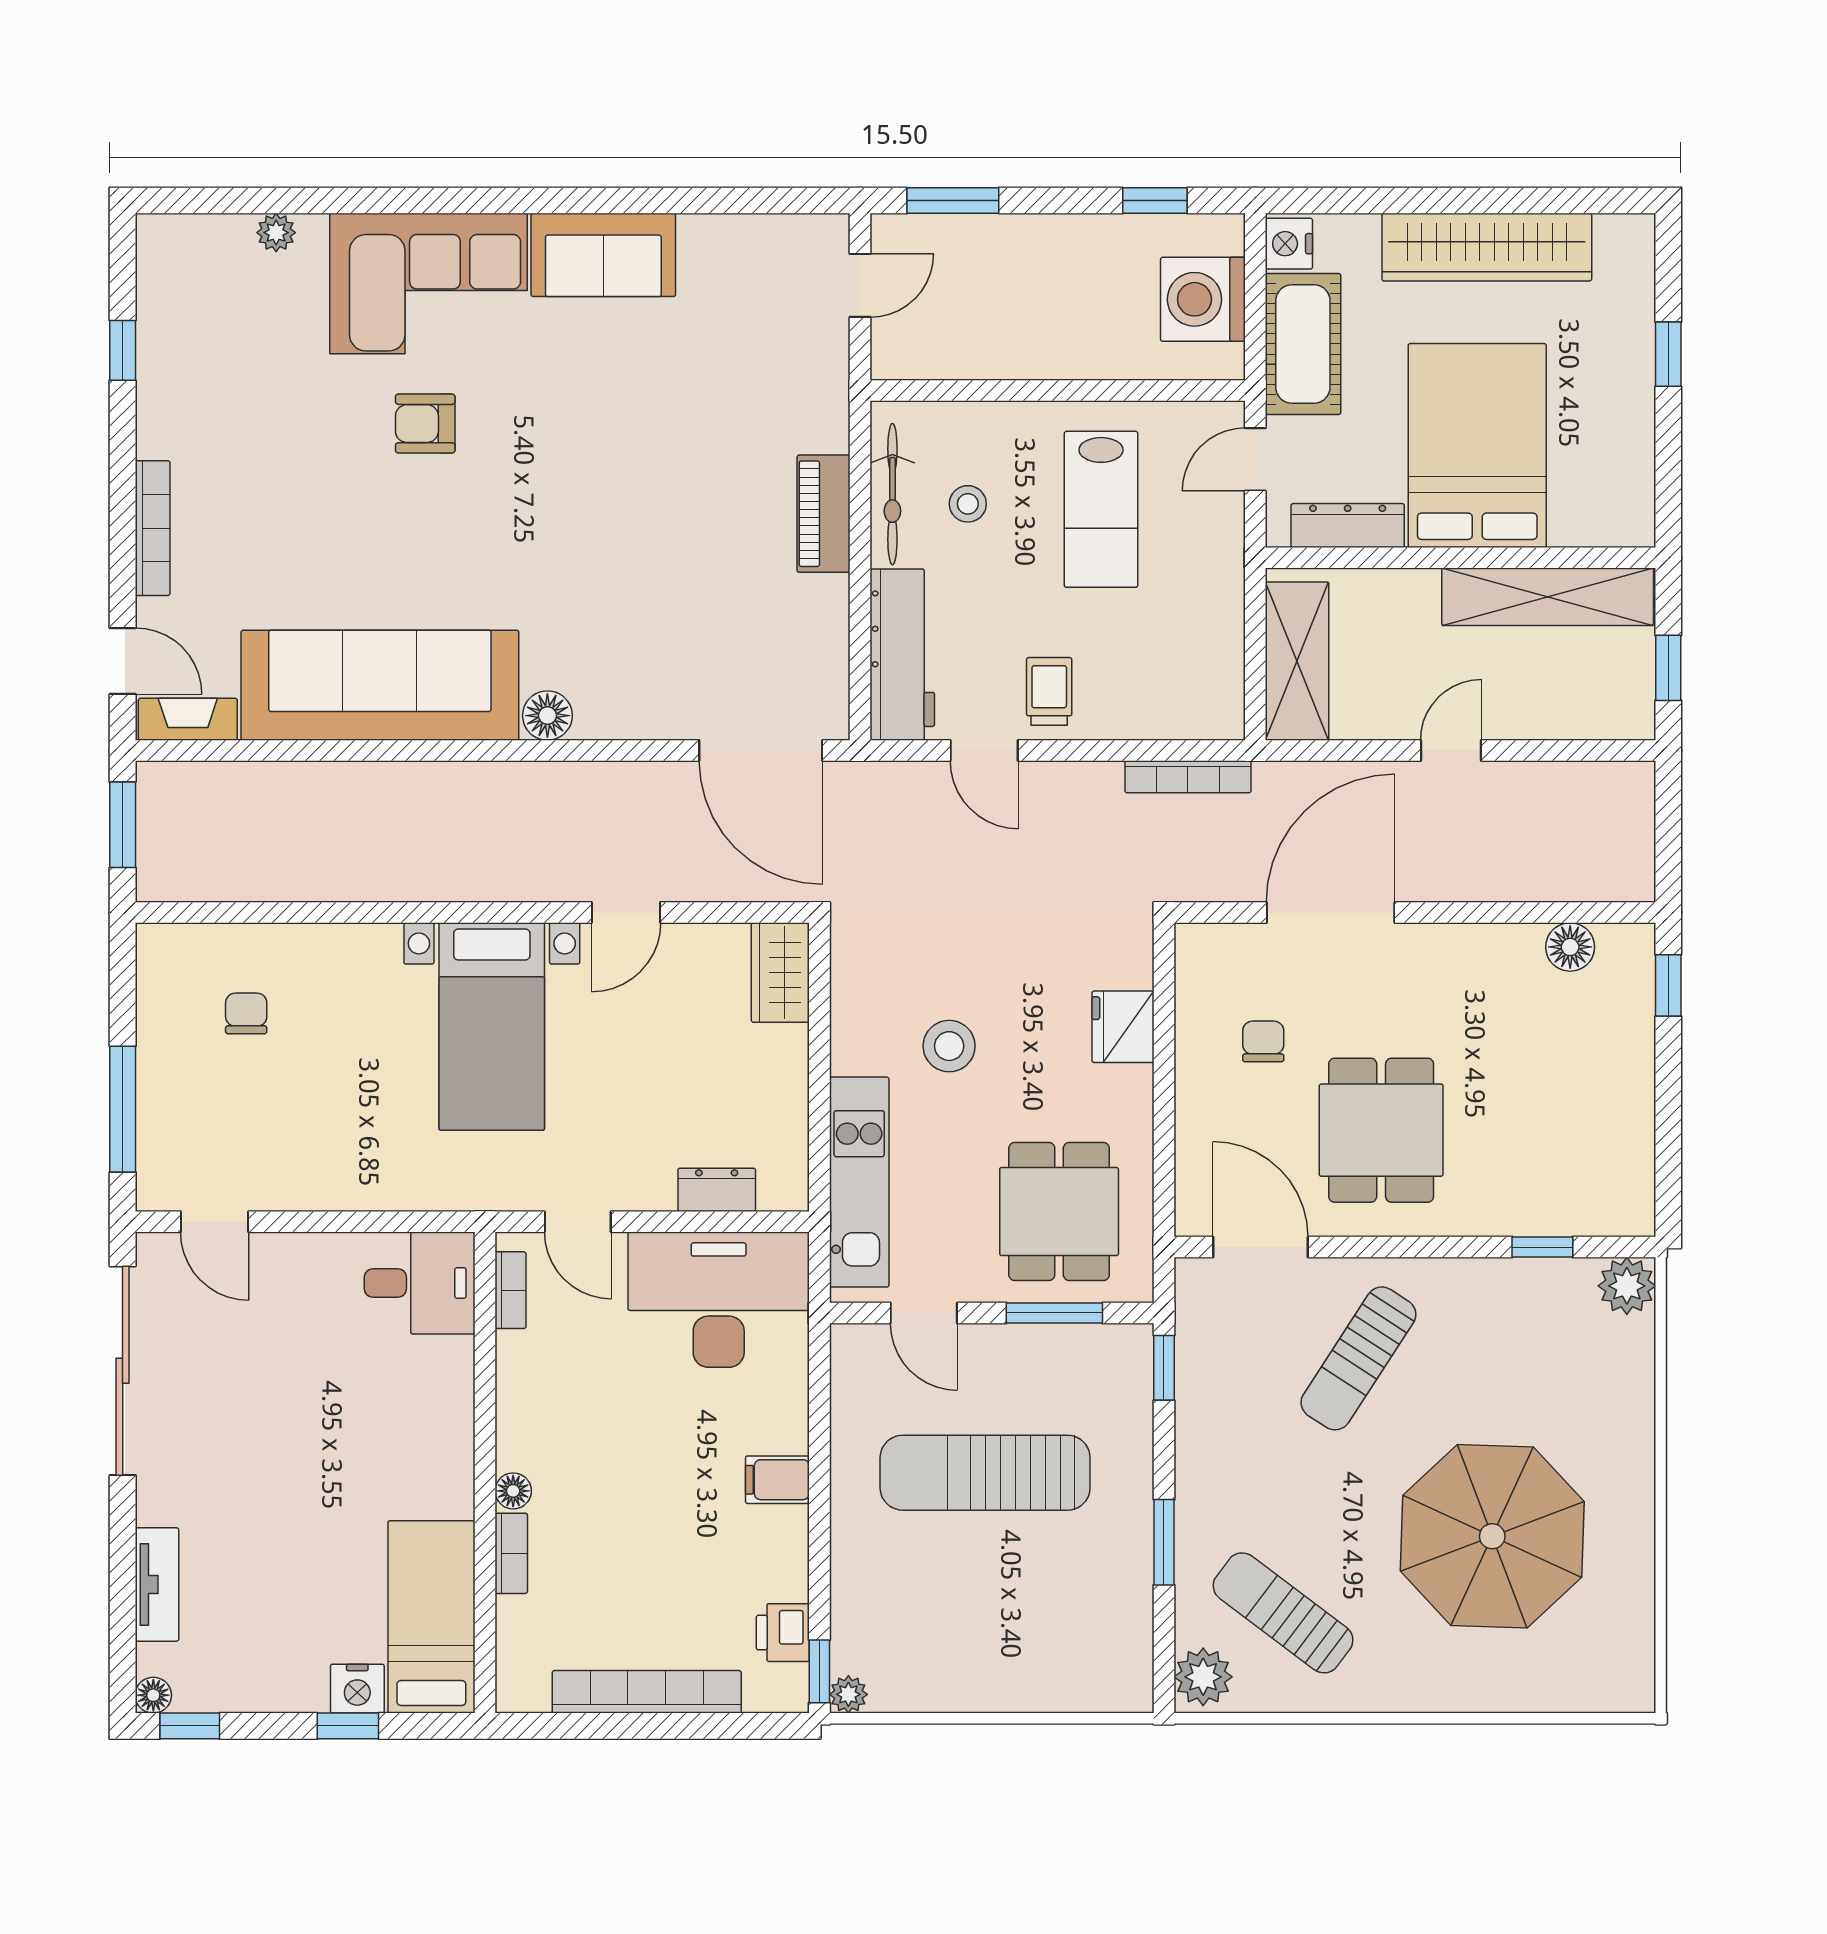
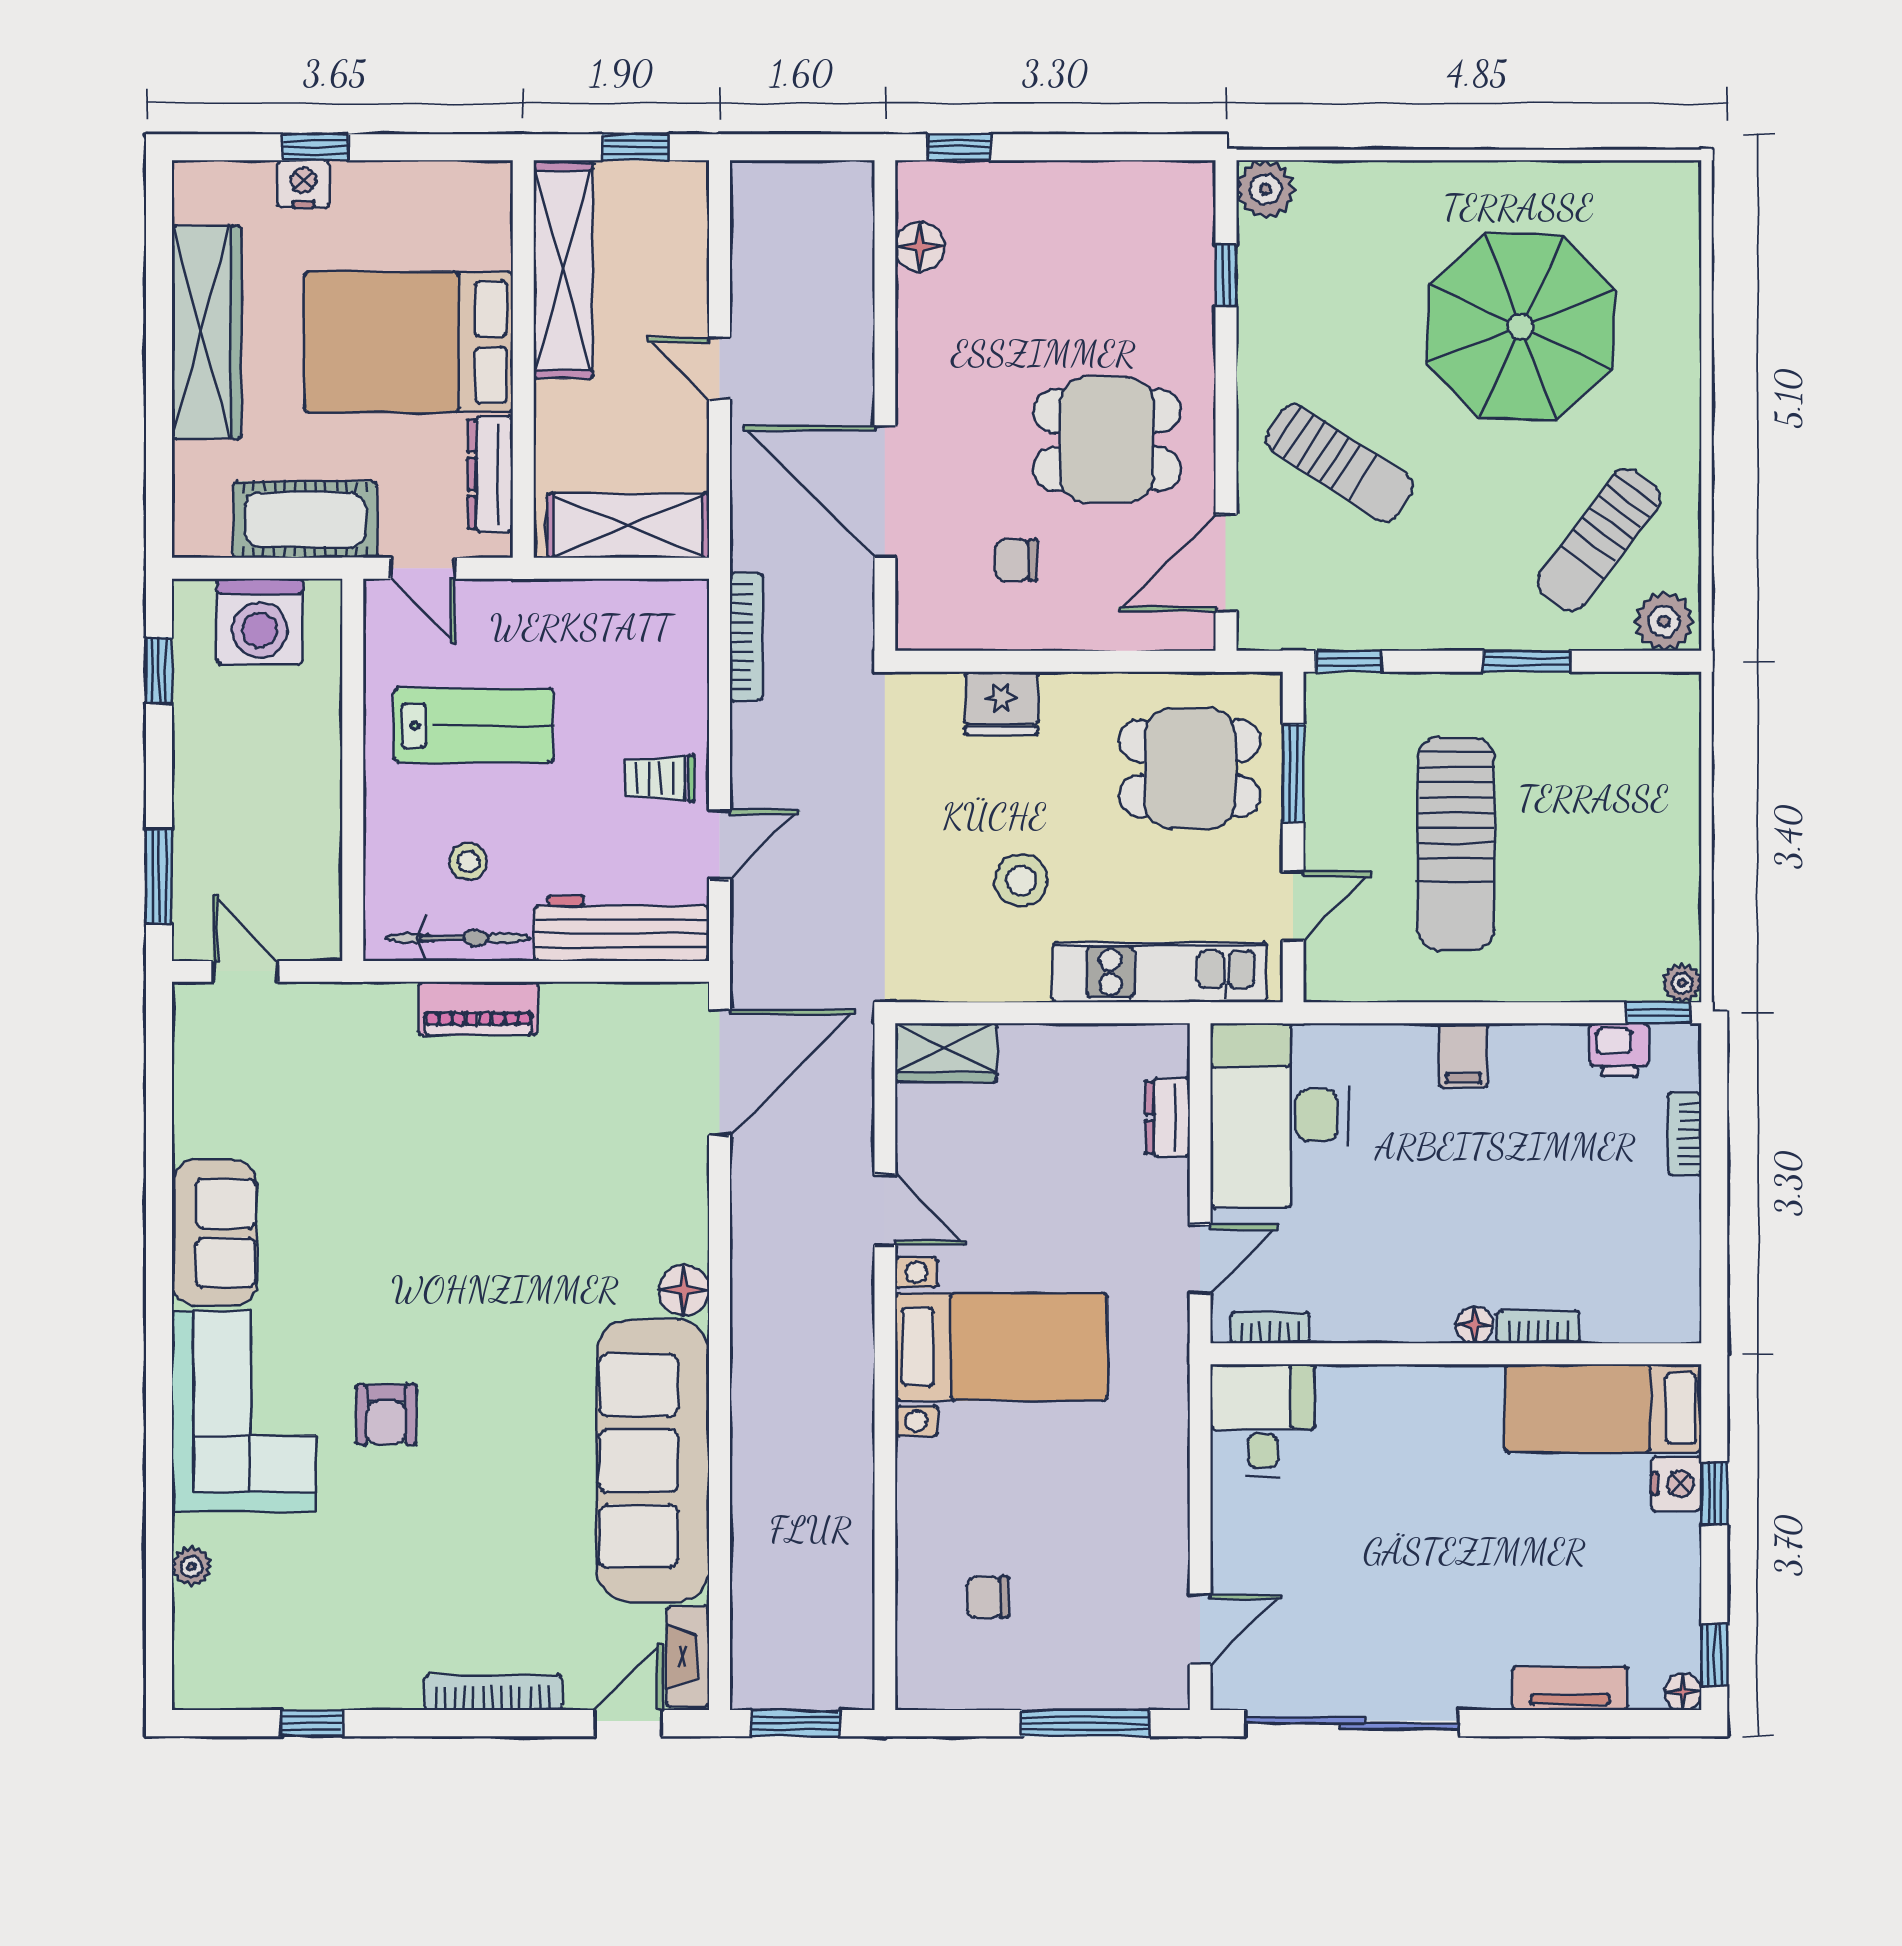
nightstand: (1289, 244) -> (303, 184), moved, turned 180
bookcase: (647, 1692) -> (1685, 1134), width x0.43, depth x0.76

